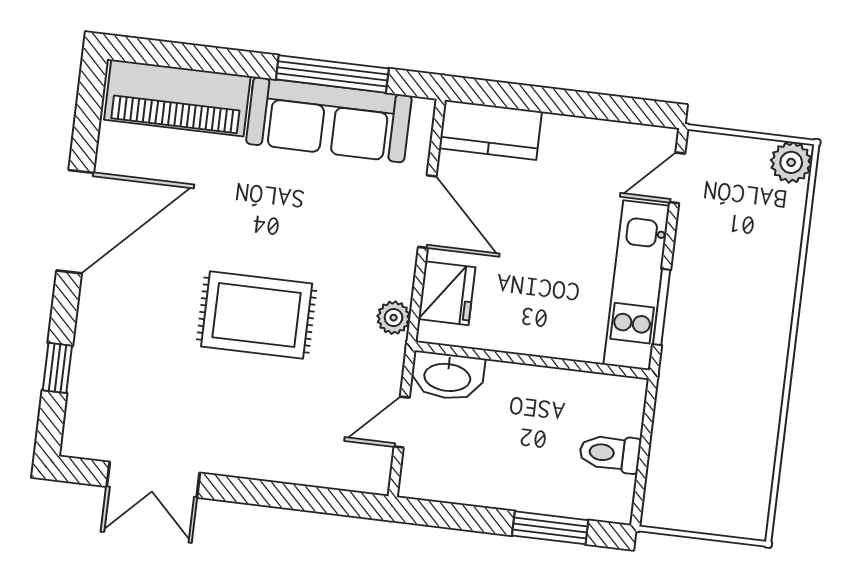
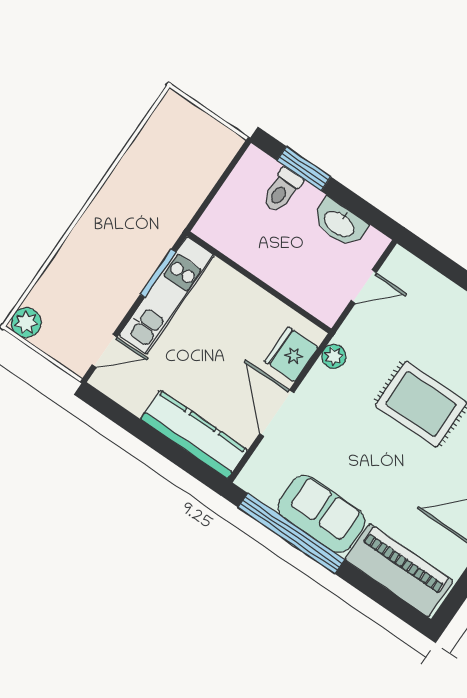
window: (332, 74) -> (291, 533), width x1.46
sofa: (329, 120) -> (322, 514), width x0.73
kitchen counter: (490, 130) -> (194, 434), width x1.50
washbasin: (447, 376) -> (340, 223), moved, turned 180
toilet: (610, 453) -> (282, 190), moved, turned 90

